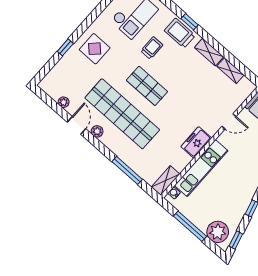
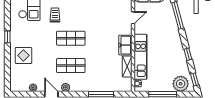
window: (65, 47) -> (7, 37), moved
display table: (95, 49) -> (23, 55), moved
shop shelf: (122, 114) -> (71, 65), width x0.50, depth x0.74
shelving: (165, 181) -> (127, 66), moved

